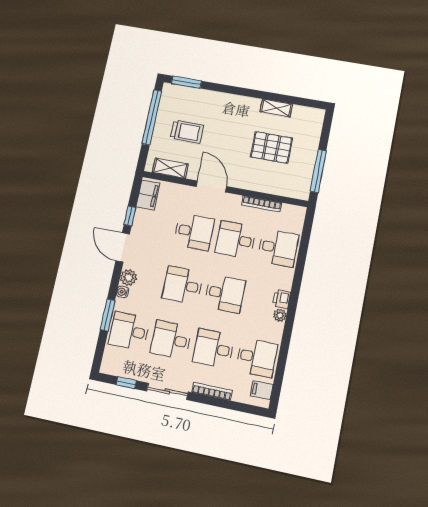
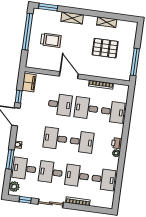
shelving: (170, 168) -> (72, 18), moved
plant: (129, 278) -> (14, 187), moved
filing cabinet: (262, 390) -> (108, 199), removed

